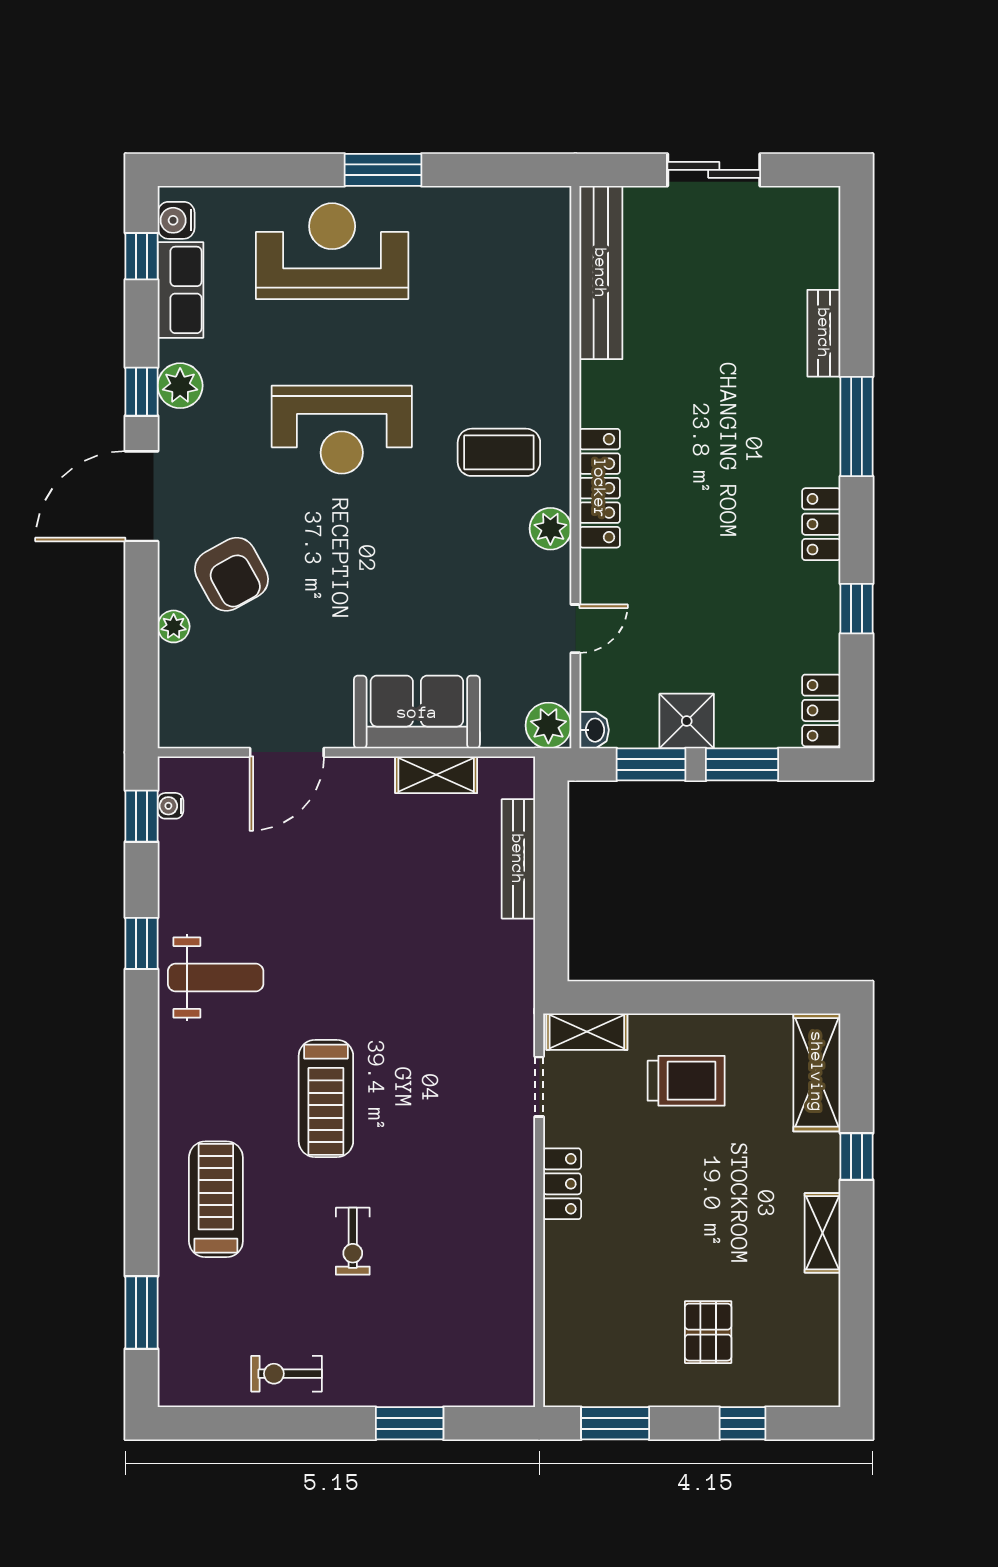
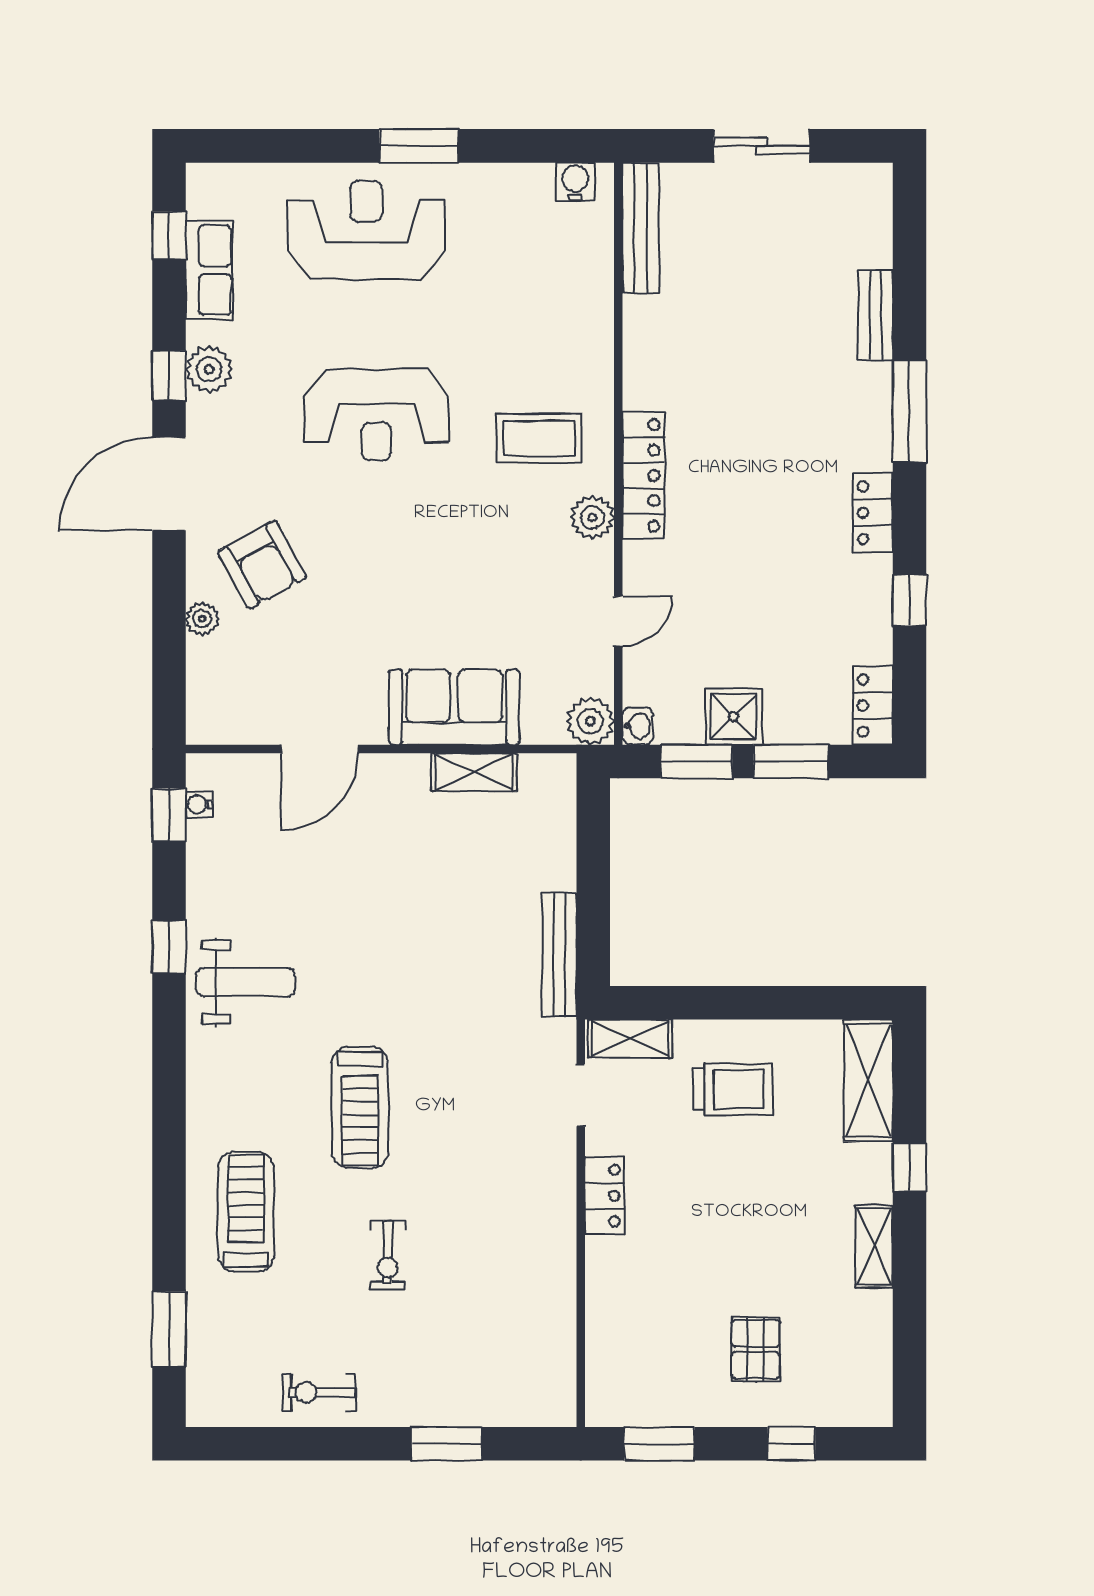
water cooler: (176, 220) -> (575, 182), moved, turned 90
bench: (601, 273) -> (641, 228), width x0.73, depth x0.82
bench: (518, 859) -> (559, 955), moved

